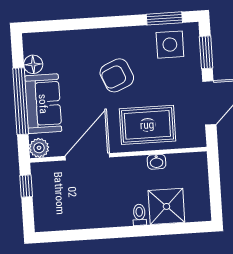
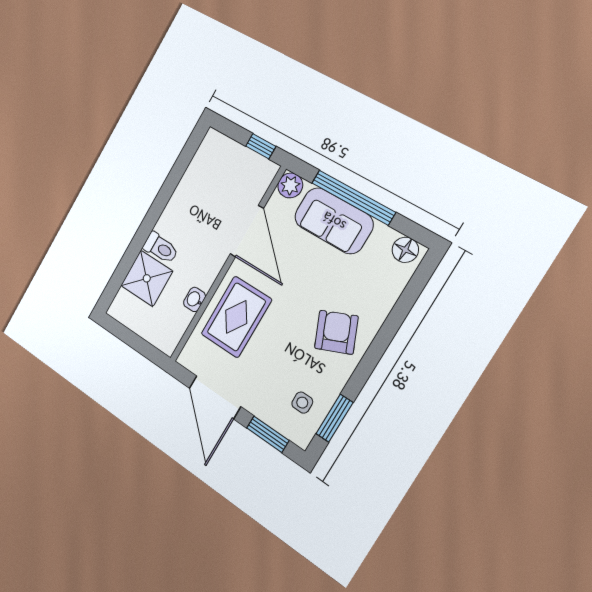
side table: (170, 45) -> (302, 403), width x0.54, depth x0.54
floor lamp: (33, 64) -> (405, 250), moved
armchair: (117, 75) -> (336, 332), moved
toilet: (139, 215) -> (161, 248), width x1.37, depth x1.39

